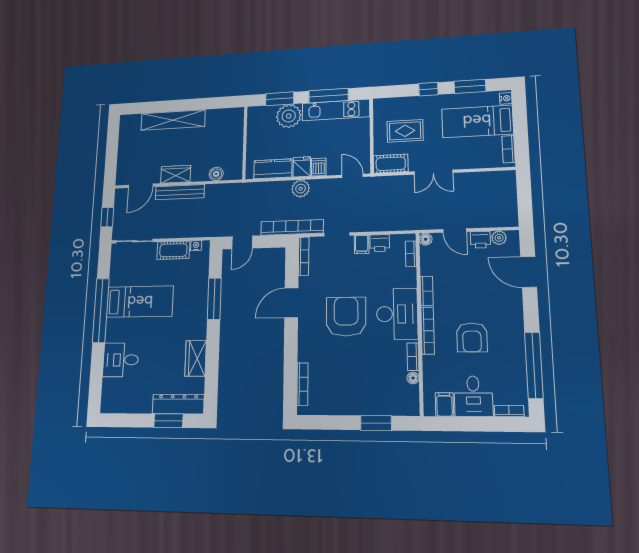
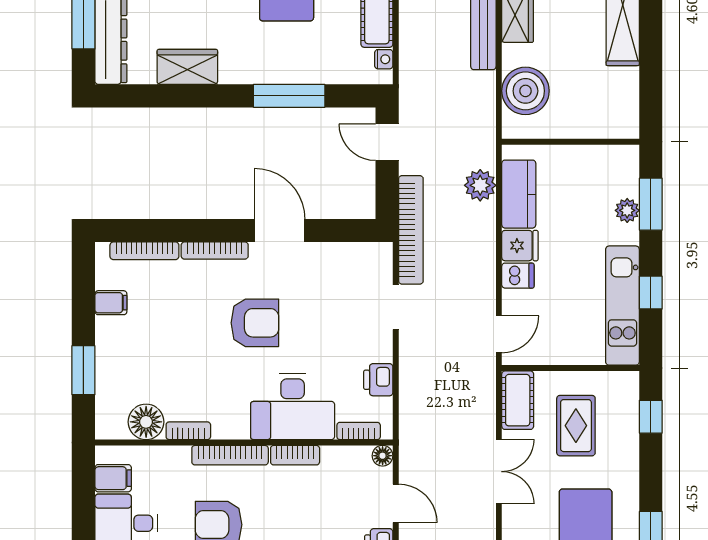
window: (428, 89) -> (651, 417), moved
window: (329, 96) -> (651, 293), width x0.46
plant: (289, 116) -> (627, 210), width x0.53, depth x0.53
double door: (433, 172) -> (499, 472), swing flipped
boiler: (216, 174) -> (525, 91), width x1.86, depth x1.86
plant: (301, 189) -> (480, 185), moved
door: (455, 230) -> (396, 503), swing flipped
filing cabinet: (362, 244) -> (111, 303), moved, turned 180
bookcase: (304, 256) -> (215, 251), moved
desk: (397, 314) -> (293, 407), moved
armchair: (346, 317) -> (255, 323), width x0.73, depth x0.73
floor lamp: (413, 378) -> (146, 422), width x1.89, depth x1.89

